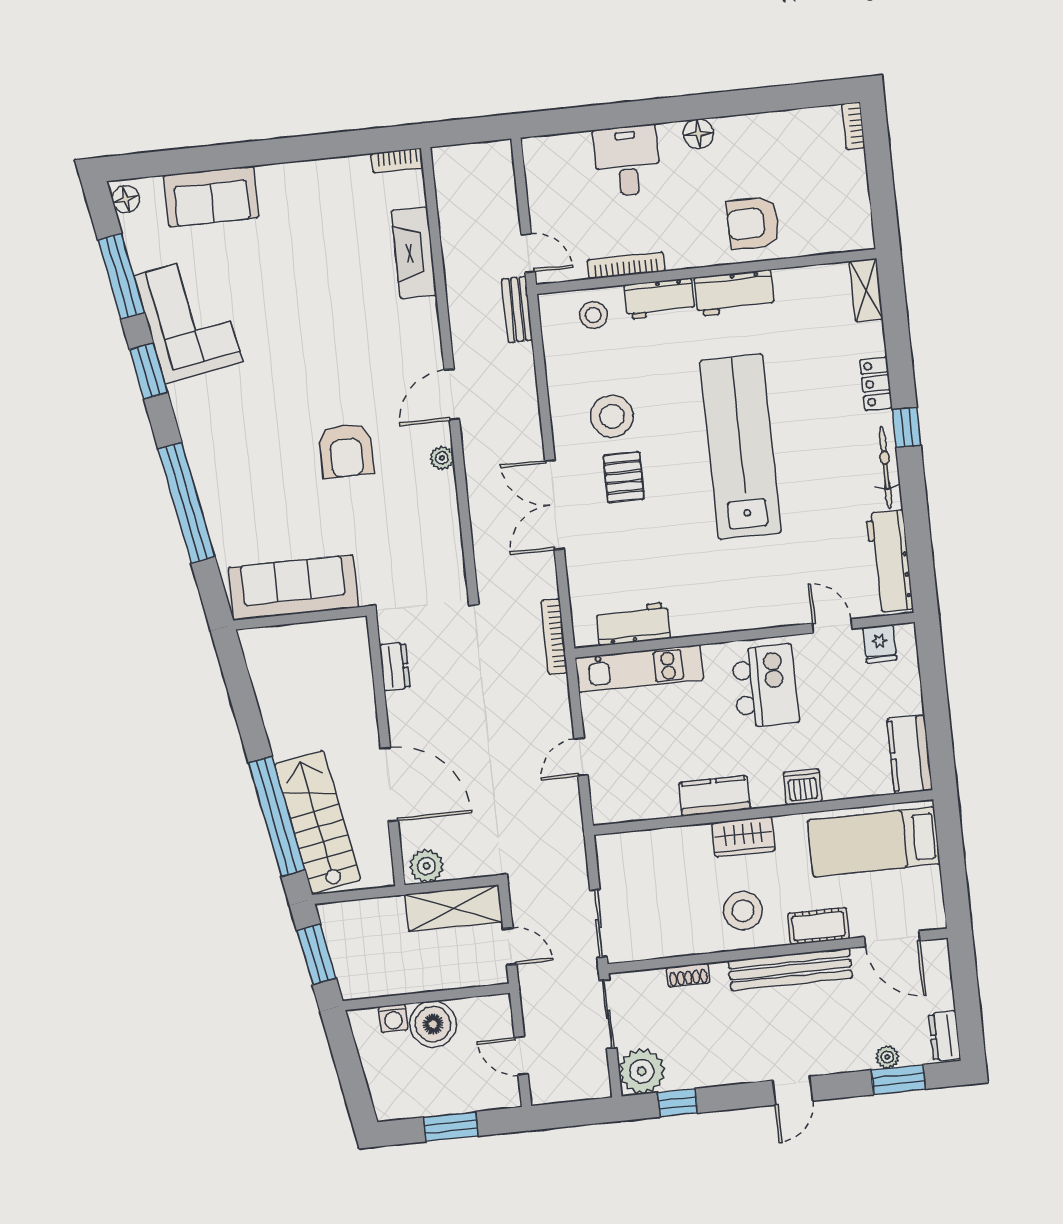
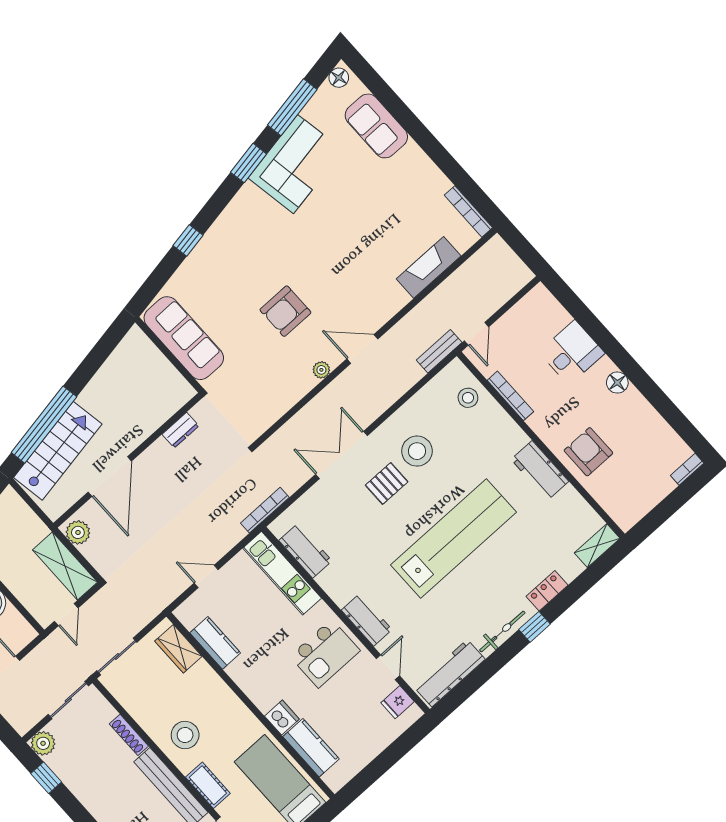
bookcase: (397, 161) -> (468, 211), width x1.56
workbench: (659, 299) -> (367, 620), moved, turned 180
window: (187, 503) -> (188, 240), width x0.32
kitchen counter: (910, 754) -> (311, 748), moved, turned 90
kitchen counter: (715, 796) -> (215, 643), moved
wardrobe: (743, 837) -> (178, 649), moved
shoe rack: (688, 975) -> (129, 735), width x1.43
plant: (642, 1071) -> (43, 743), width x0.73, depth x0.73

